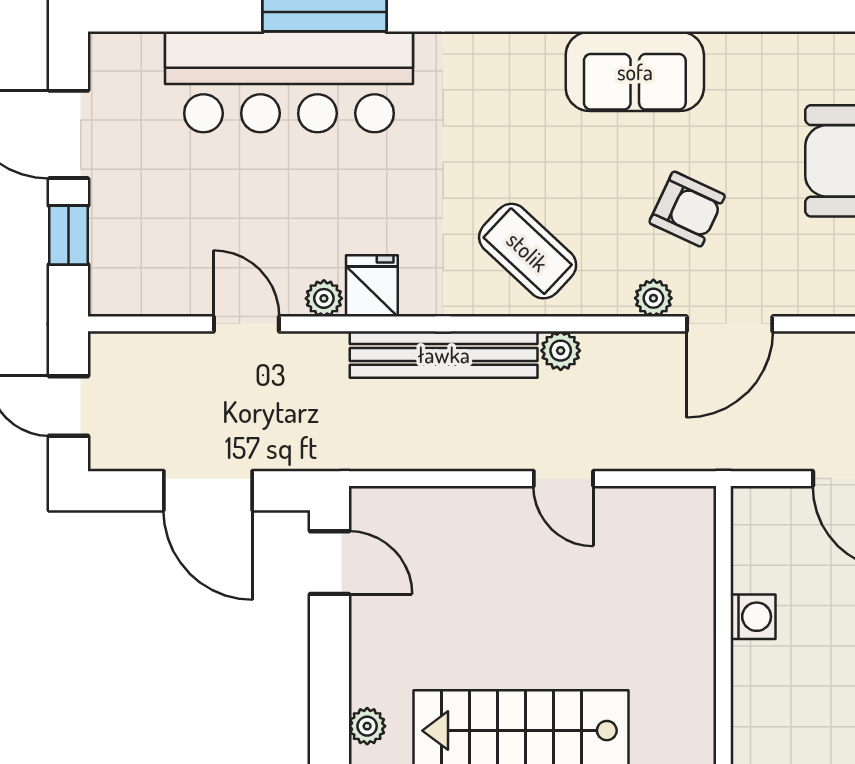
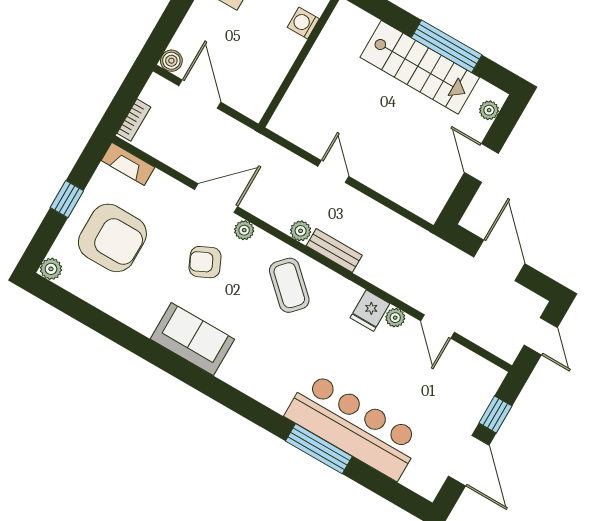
armchair: (687, 209) -> (205, 262), turned -50
bench: (444, 354) -> (334, 250), width x0.54, depth x0.82
door: (330, 563) -> (481, 163), moved
washing machine: (753, 617) -> (303, 23), moved

